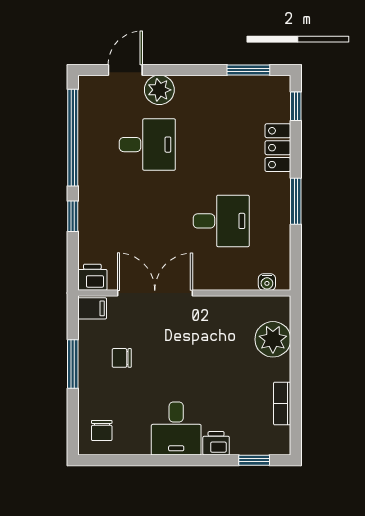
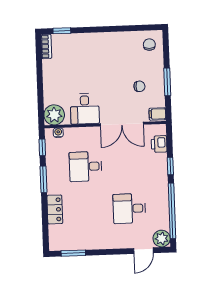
plant: (159, 90) -> (162, 239), moved
window: (296, 106) -> (42, 147), moved
printer: (92, 277) -> (159, 144), moved, turned 90
plant: (273, 339) -> (54, 115), moved
bookcase: (282, 404) -> (46, 46), moved
desk: (176, 429) -> (85, 109), moved, turned 180
printer: (216, 443) -> (84, 40), removed

